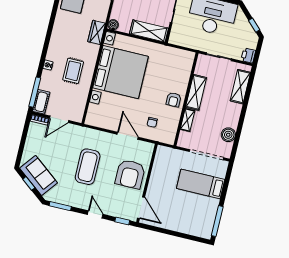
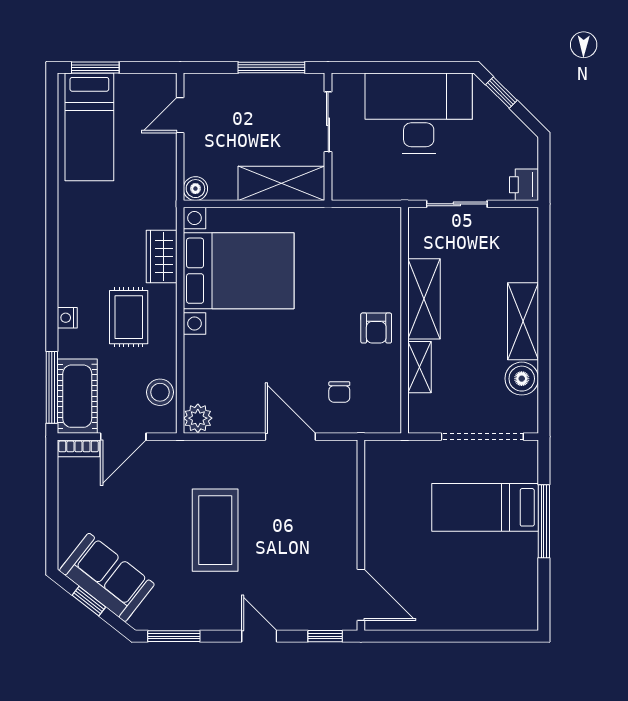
window: (254, 25) -> (501, 92), moved
wardrobe: (97, 32) -> (162, 256), moved
bed with nightstands: (121, 72) -> (239, 271), width x0.73
shelving: (240, 87) -> (523, 321), moved
cot: (41, 102) -> (77, 396), width x1.37, depth x1.34
stool: (79, 105) -> (160, 392), added
plant: (92, 119) -> (198, 418), added
armchair: (130, 174) -> (317, 524), removed
window: (217, 221) -> (544, 521), moved

